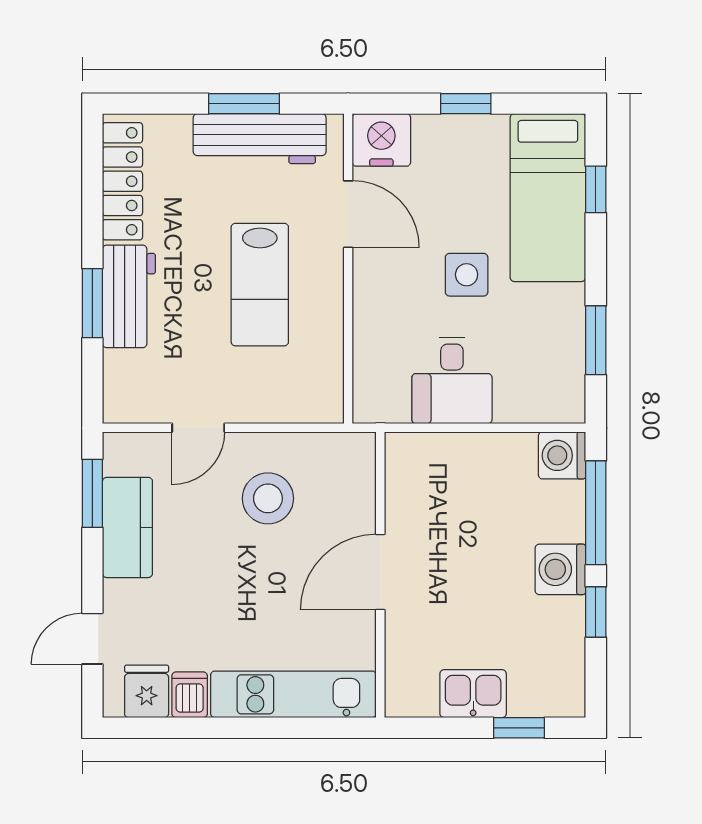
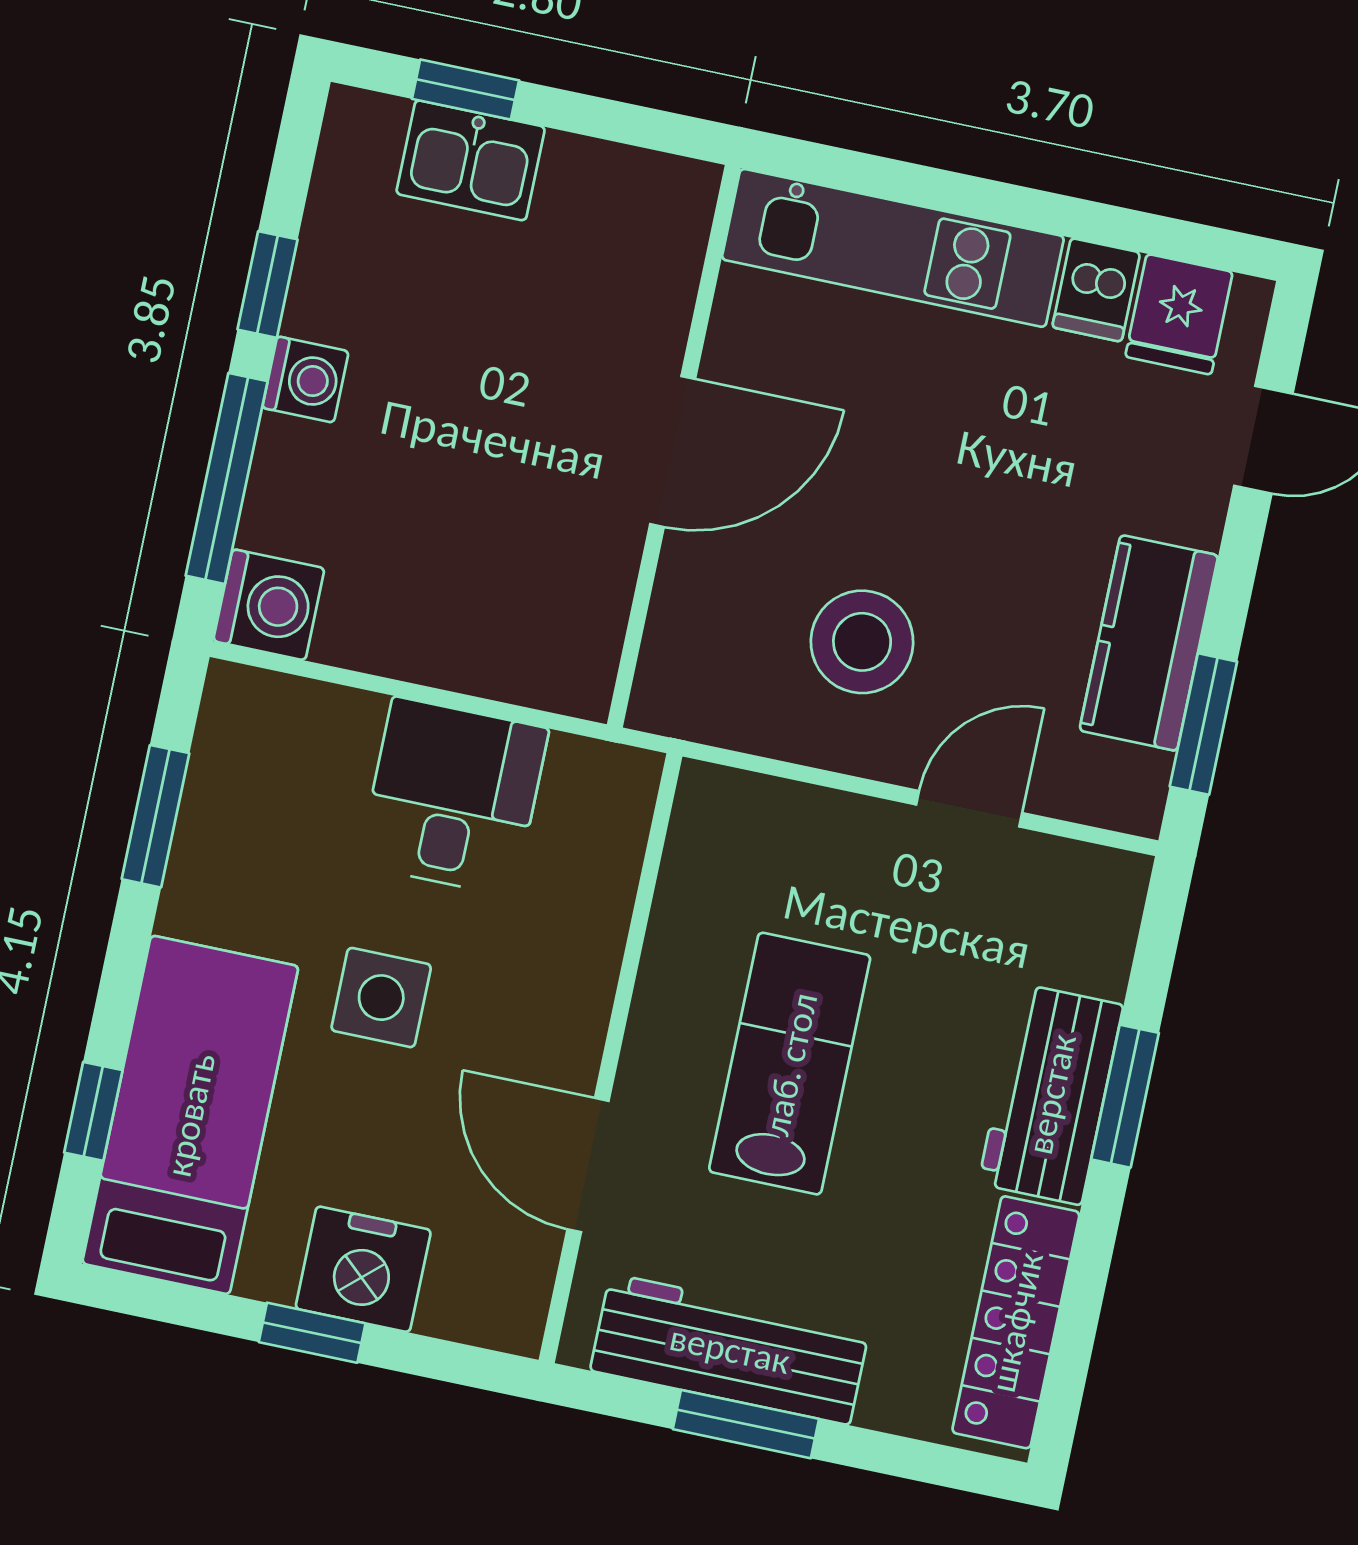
nightstand: (381, 140) -> (363, 1269), moved
washing machine: (560, 569) -> (306, 380), width x0.73, depth x0.73
kitchen sink: (473, 694) -> (471, 160), moved

